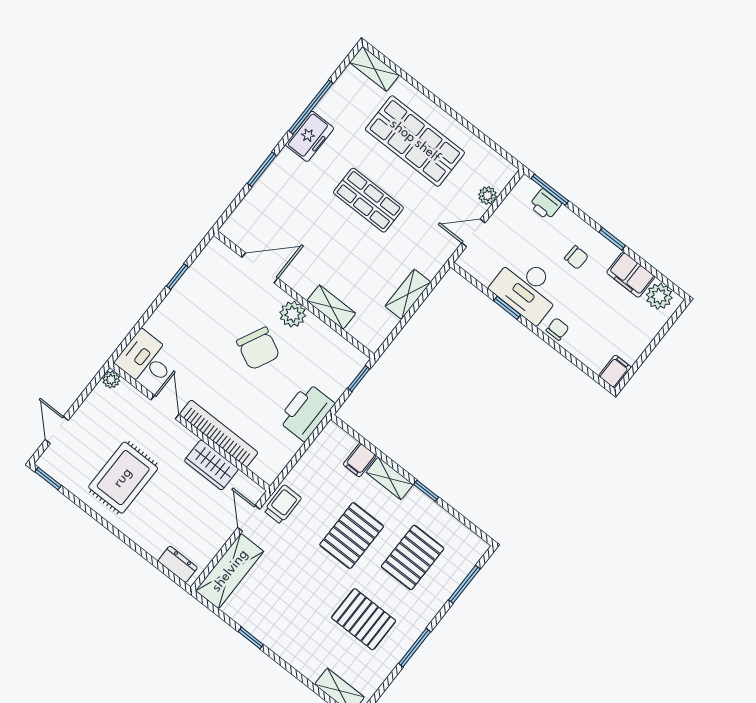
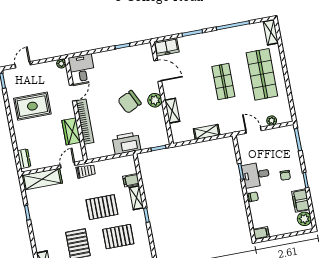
freezer: (310, 136) -> (166, 47), moved
printer: (545, 204) -> (291, 144), removed
desk: (527, 289) -> (256, 175), width x0.73
chair: (258, 348) -> (129, 102), turned 38

